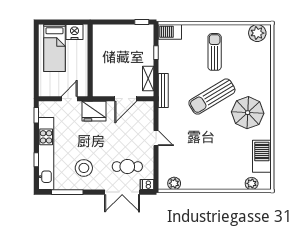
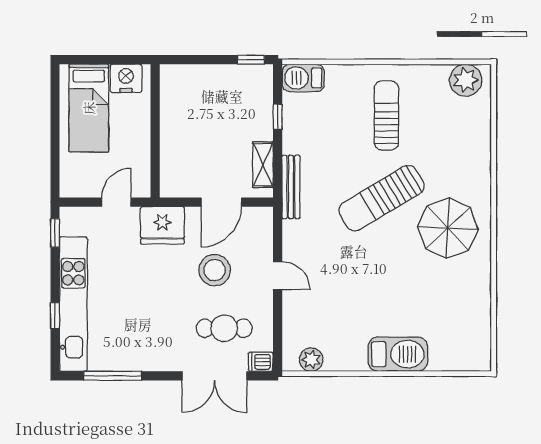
barbecue: (262, 156) -> (398, 354), moved, turned 90
stool: (84, 168) -> (215, 270), moved
plant: (252, 183) -> (455, 360), removed

